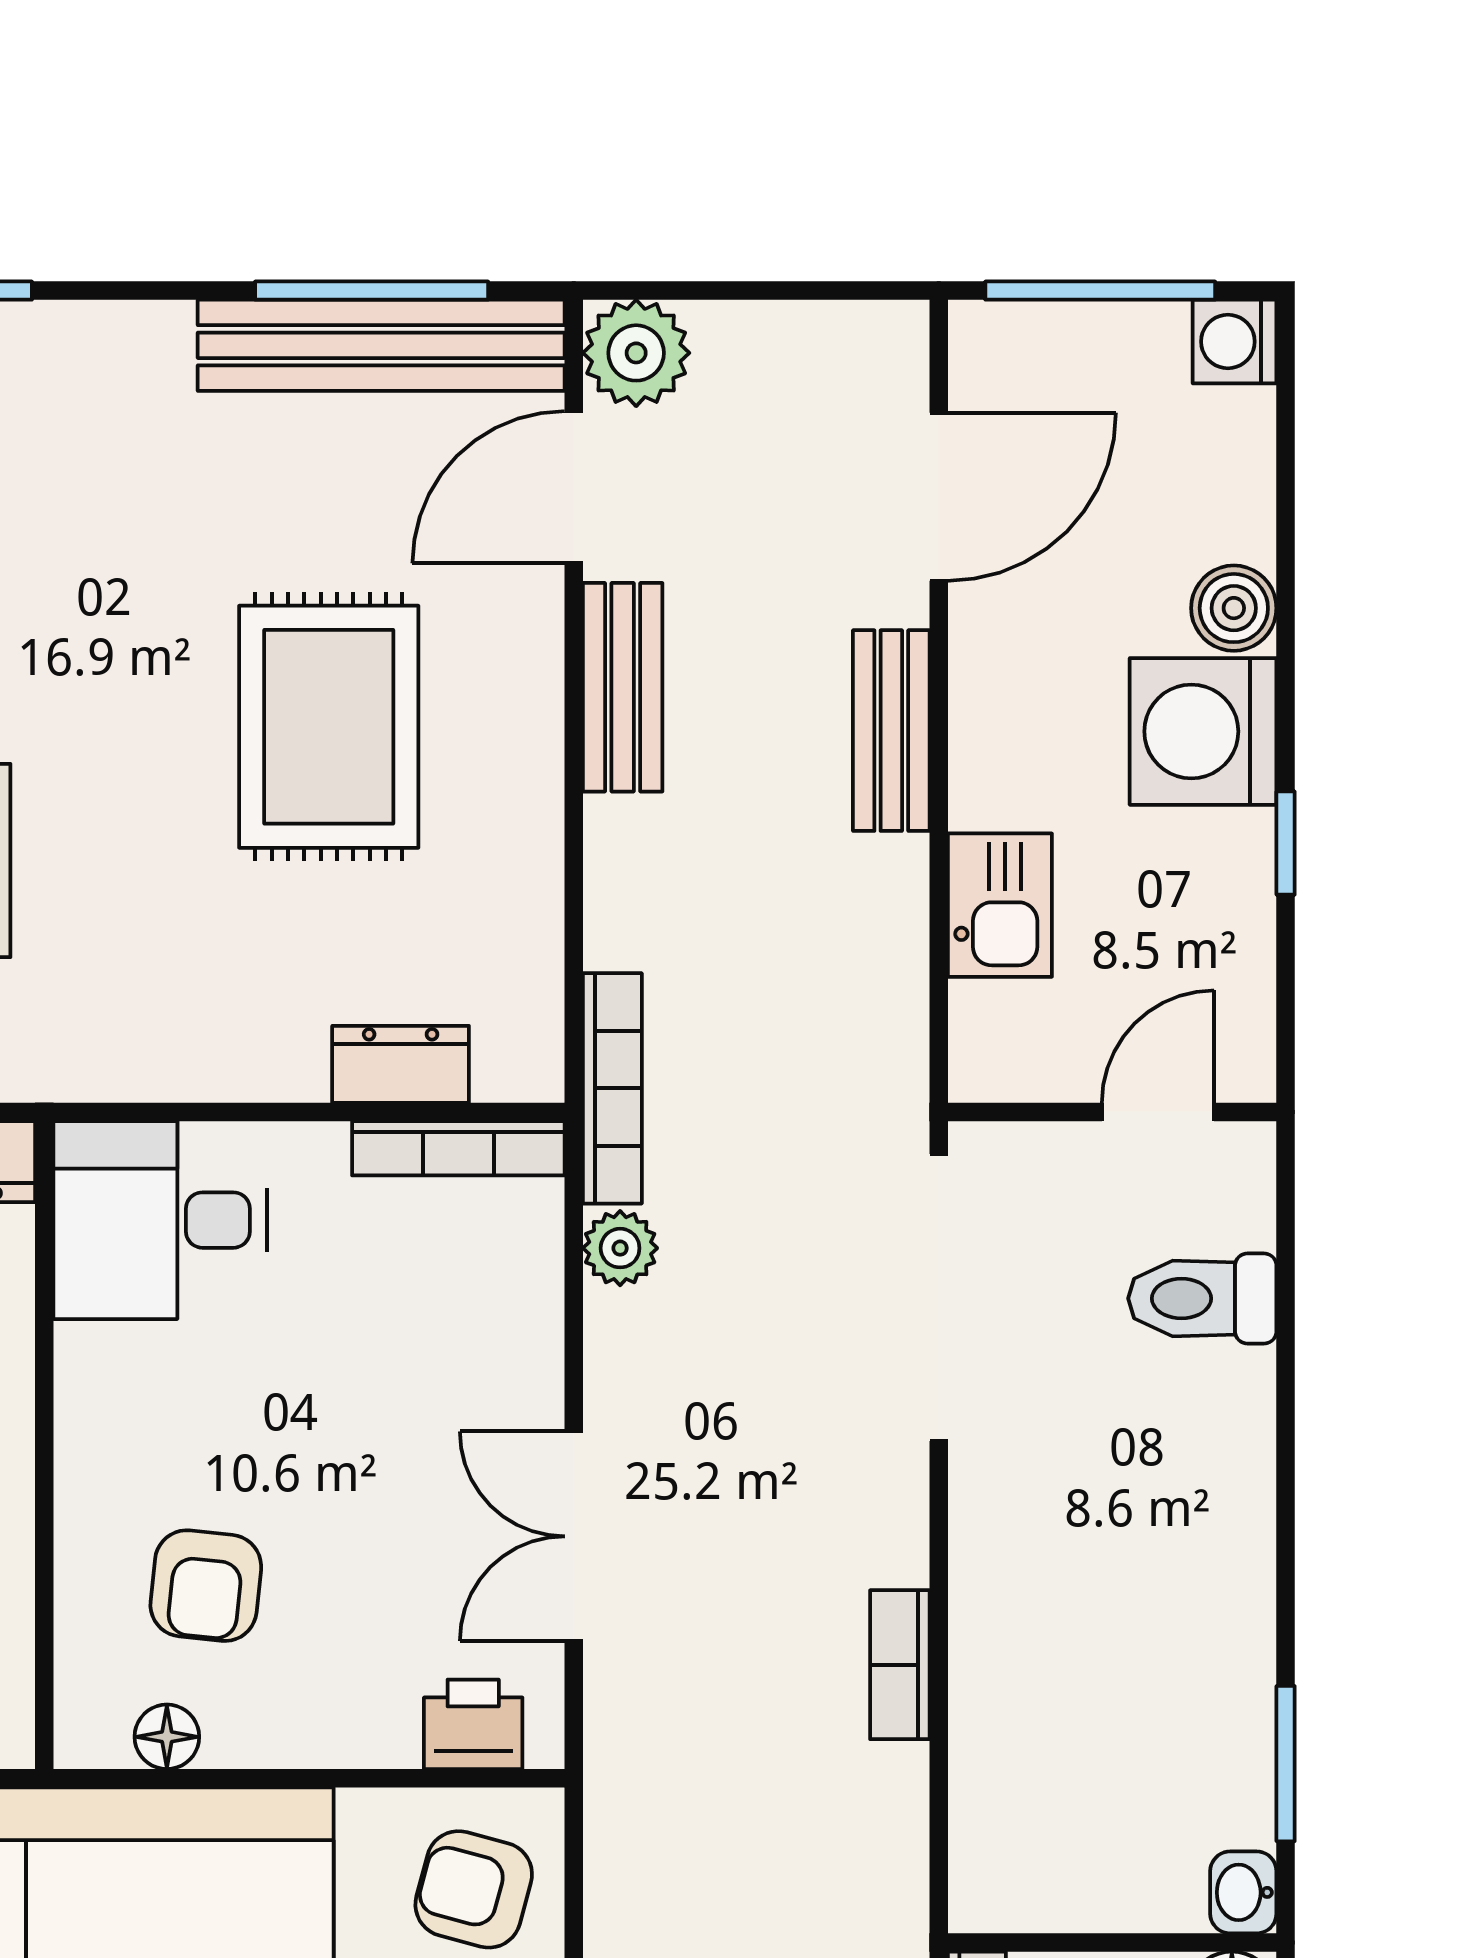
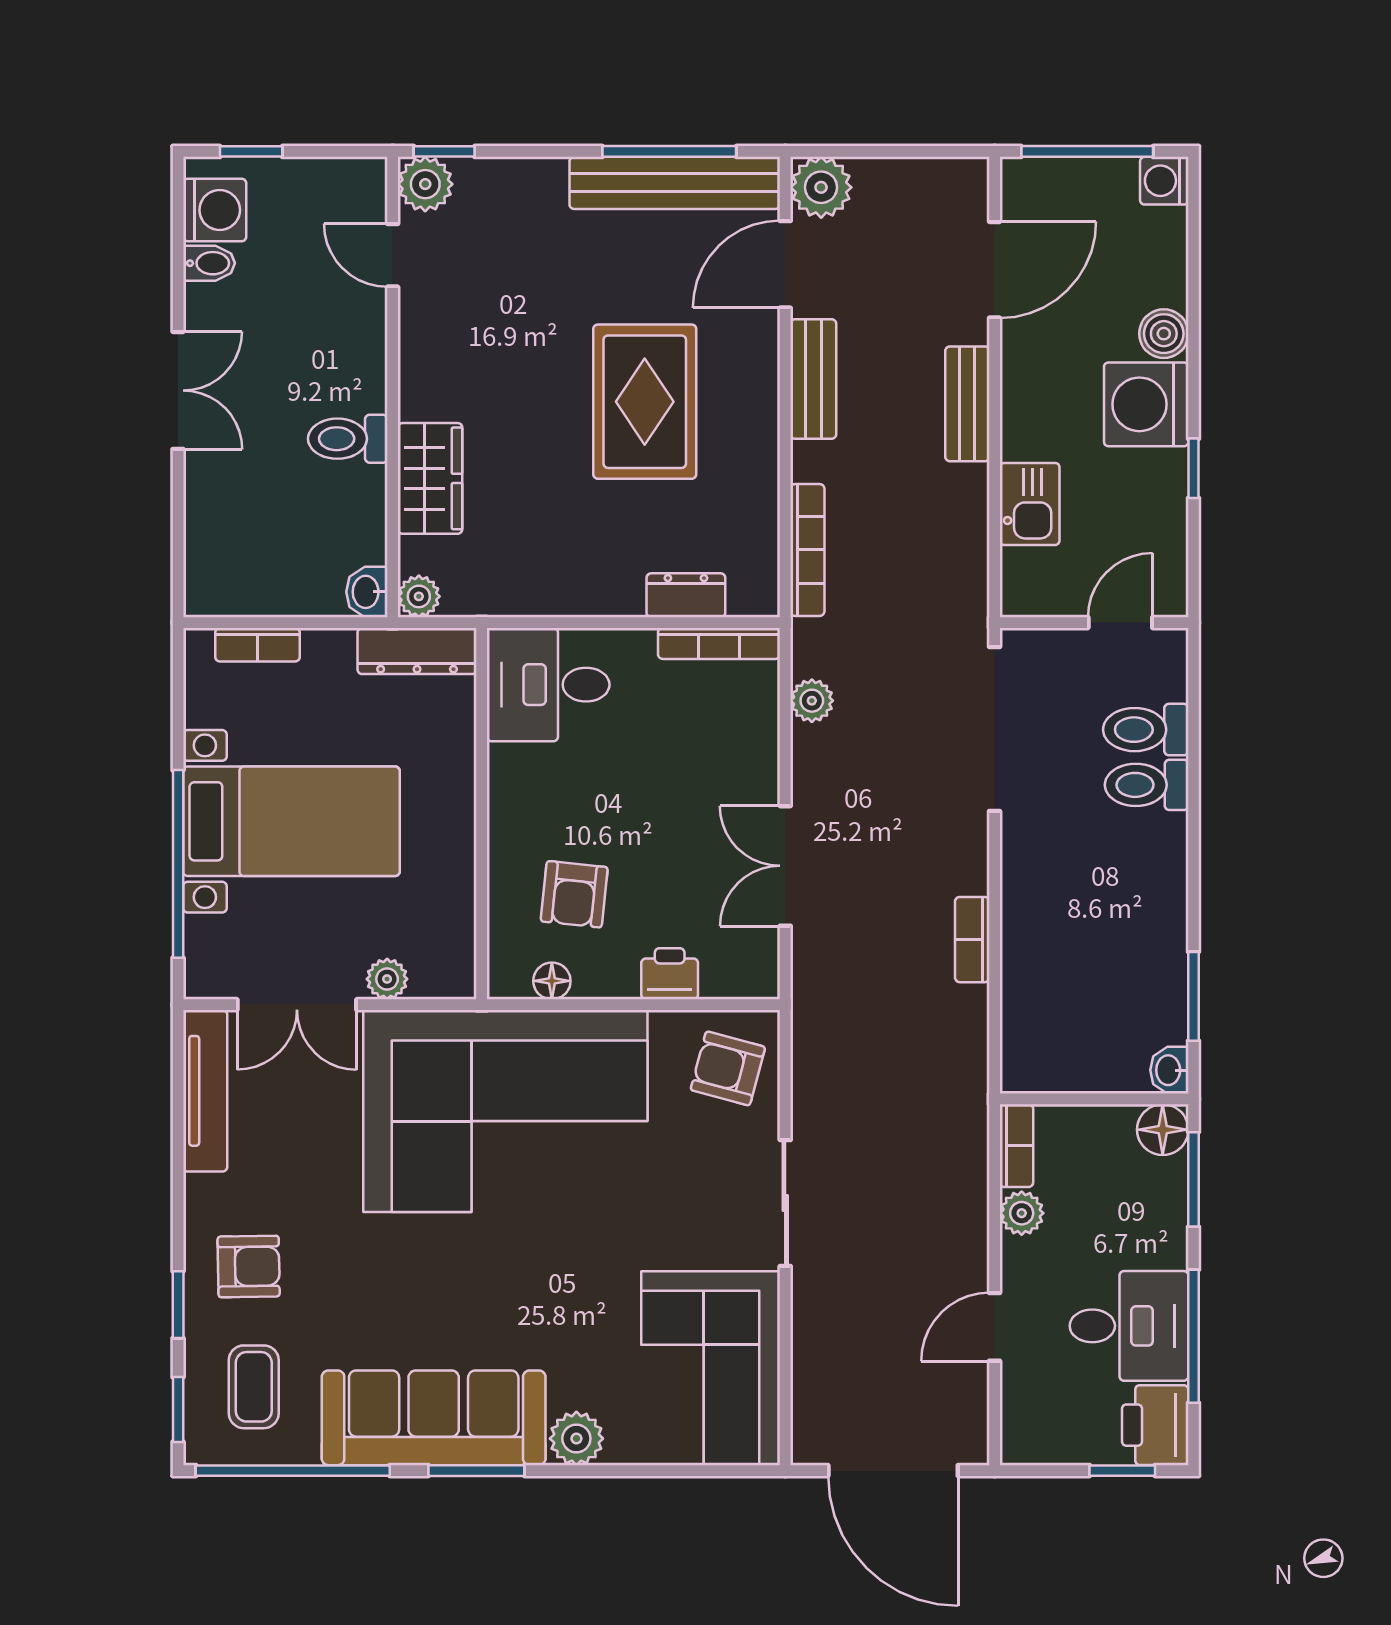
bookcase: (612, 1088) -> (807, 550), moved
toilet: (1204, 1395) -> (1147, 785), added
printer: (473, 1724) -> (670, 974), moved

